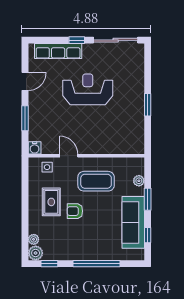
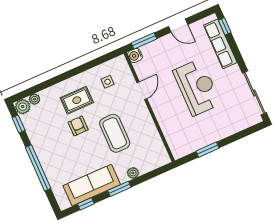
window: (77, 40) -> (225, 26), moved
water cooler: (35, 148) -> (135, 56), moved
door: (69, 156) -> (142, 91), moved
wall: (86, 156) -> (149, 107), moved

